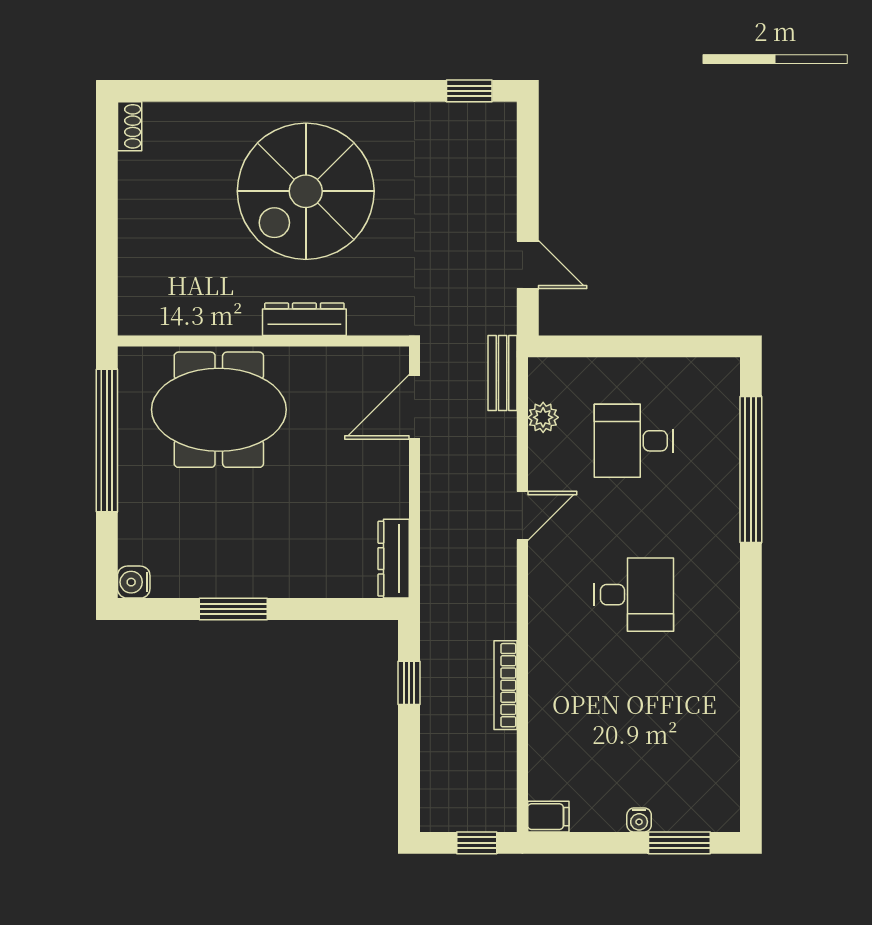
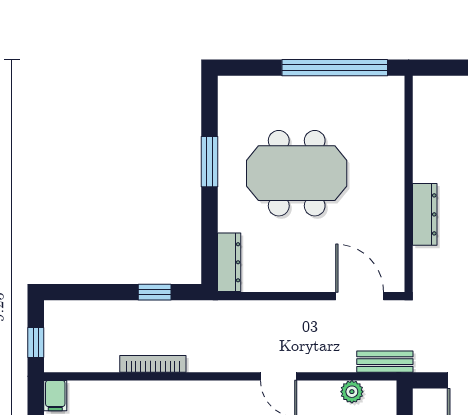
meeting table: (219, 410) -> (297, 173), moved, turned 90
dresser: (394, 559) -> (229, 262), moved, turned 90
water cooler: (134, 582) -> (230, 88), removed

